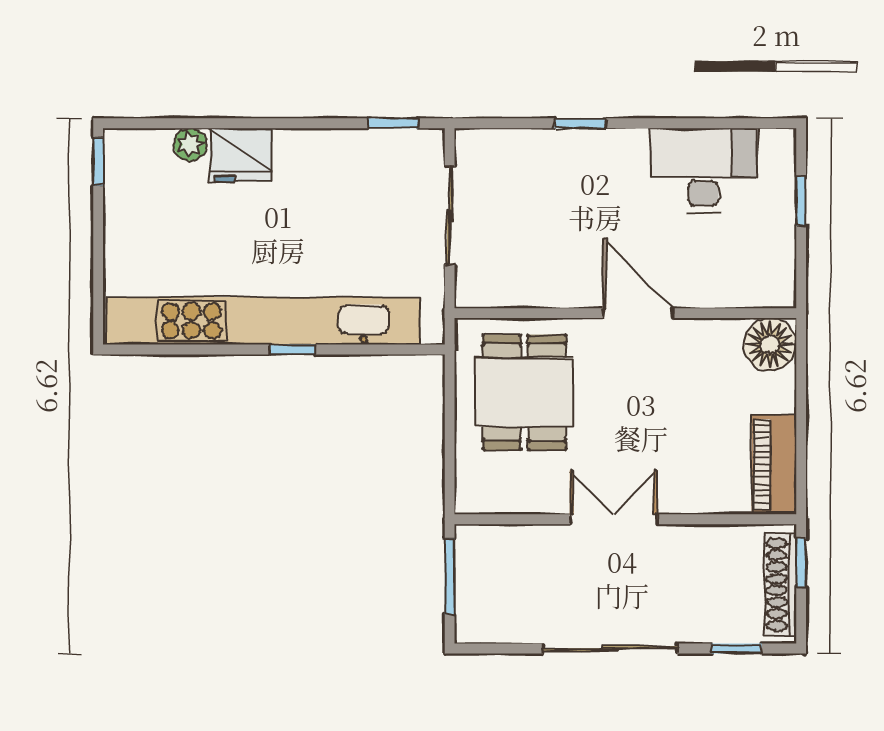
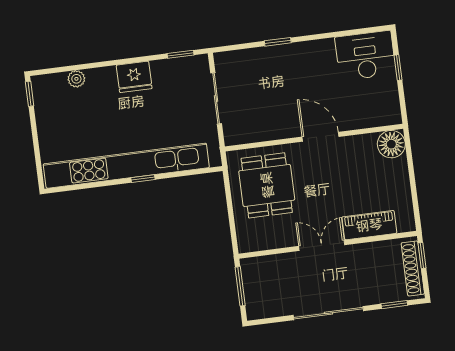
fridge: (241, 155) -> (134, 77), moved
desk: (703, 170) -> (365, 56), moved
piano: (774, 464) -> (369, 225), moved, turned 90

